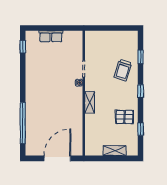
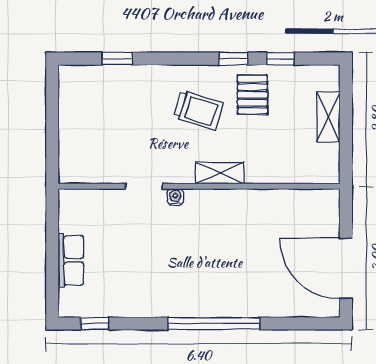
trolley: (123, 70) -> (198, 110), moved
window: (141, 91) -> (233, 59), moved
window: (23, 123) -> (214, 324), moved
door: (57, 158) -> (346, 268), moved

